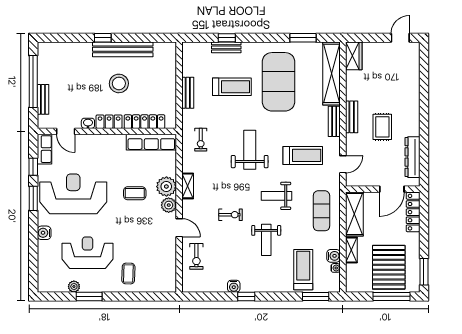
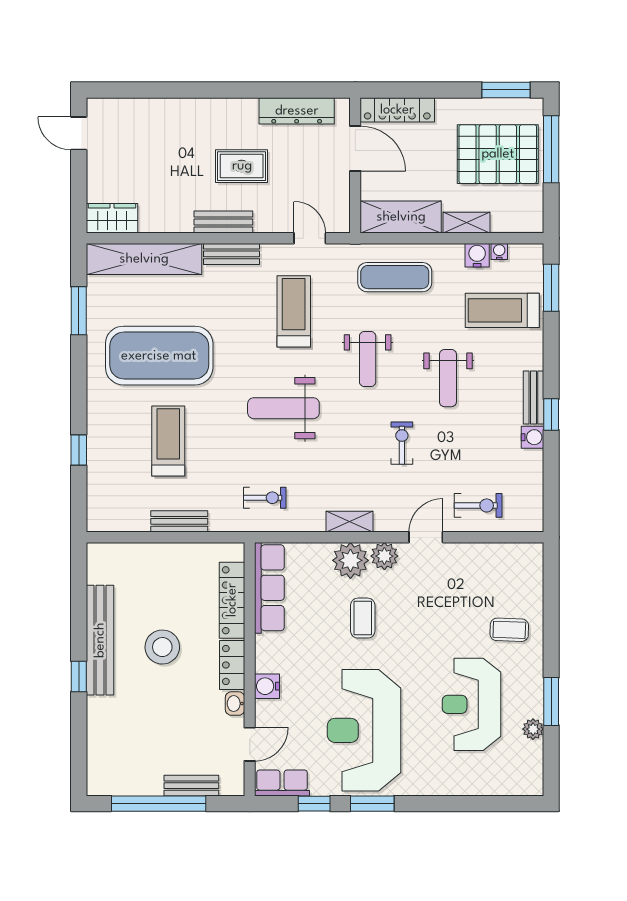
bench: (226, 47) -> (533, 397), moved
water cooler: (44, 233) -> (267, 686), moved, turned 90
weight bench: (266, 240) -> (448, 378), turned 90

